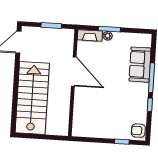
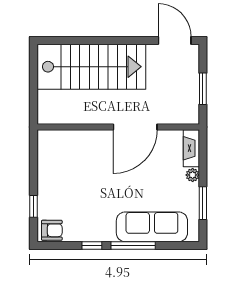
window: (109, 29) -> (203, 203), moved
sofa: (140, 65) -> (152, 227), width x1.36
armchair: (138, 131) -> (52, 230), turned 90

